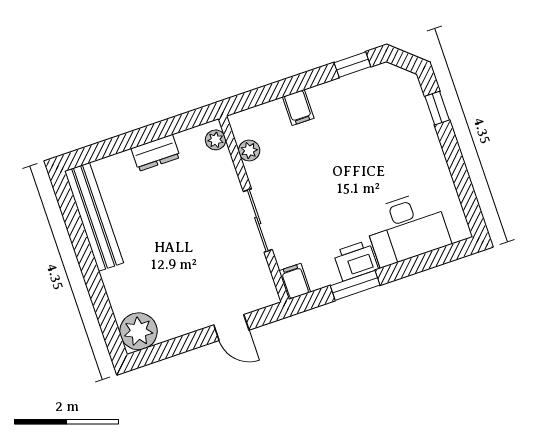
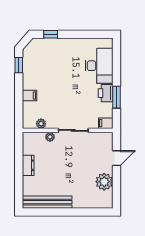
plant: (216, 140) -> (50, 137), moved
plant: (138, 331) -> (104, 182), moved

